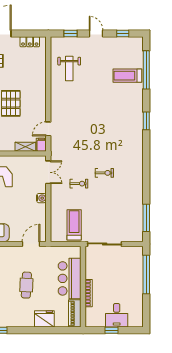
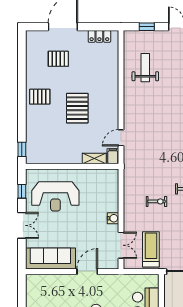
weight bench: (69, 69) -> (145, 68), turned 180
double door: (48, 172) -> (121, 245), moved
door: (31, 244) -> (87, 272), moved

